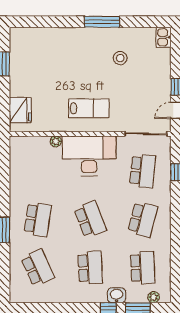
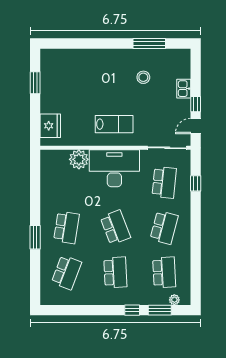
window: (102, 22) -> (149, 44), moved
kitchen sink: (164, 37) -> (184, 89), moved
plant: (56, 141) -> (79, 159), width x1.88, depth x1.88
school desk: (38, 268) -> (67, 272), turned 45
washbasin: (117, 295) -> (140, 298), removed

